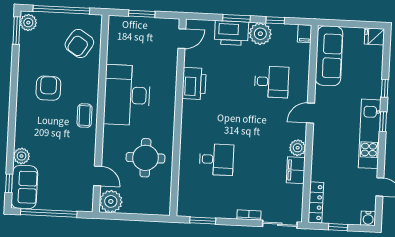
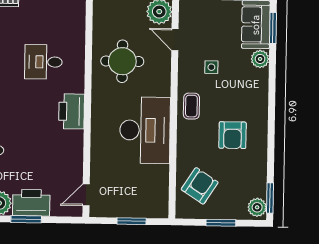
window: (61, 10) -> (221, 223), width x0.47
printer: (194, 84) -> (72, 111), moved
side table: (65, 150) -> (211, 67), added
window: (9, 183) -> (273, 28), width x1.50

